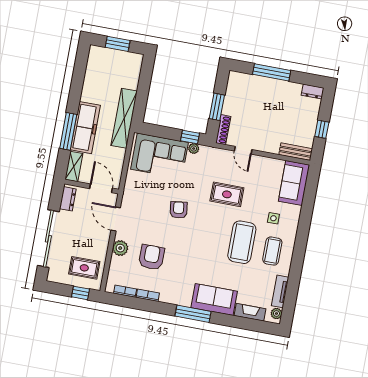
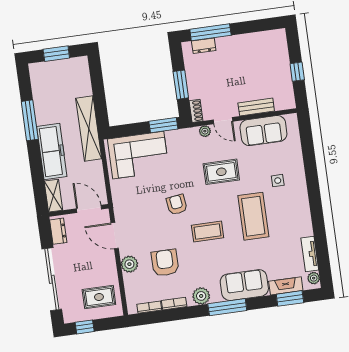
window: (272, 72) -> (210, 32), moved
dresser: (313, 92) -> (204, 46), moved
shoe rack: (223, 130) -> (196, 111), width x0.70
window: (68, 131) -> (30, 120), moved
window: (190, 137) -> (163, 125), width x1.50
plant: (194, 149) -> (205, 131), moved
bench: (296, 152) -> (256, 107), moved
sofa: (294, 183) -> (263, 131), moved, turned -90
coffee table: (272, 251) -> (208, 232), moved, turned 90
window: (81, 293) -> (85, 327), moved
plant: (173, 296) -> (201, 296), added
window: (250, 324) -> (290, 298), added

